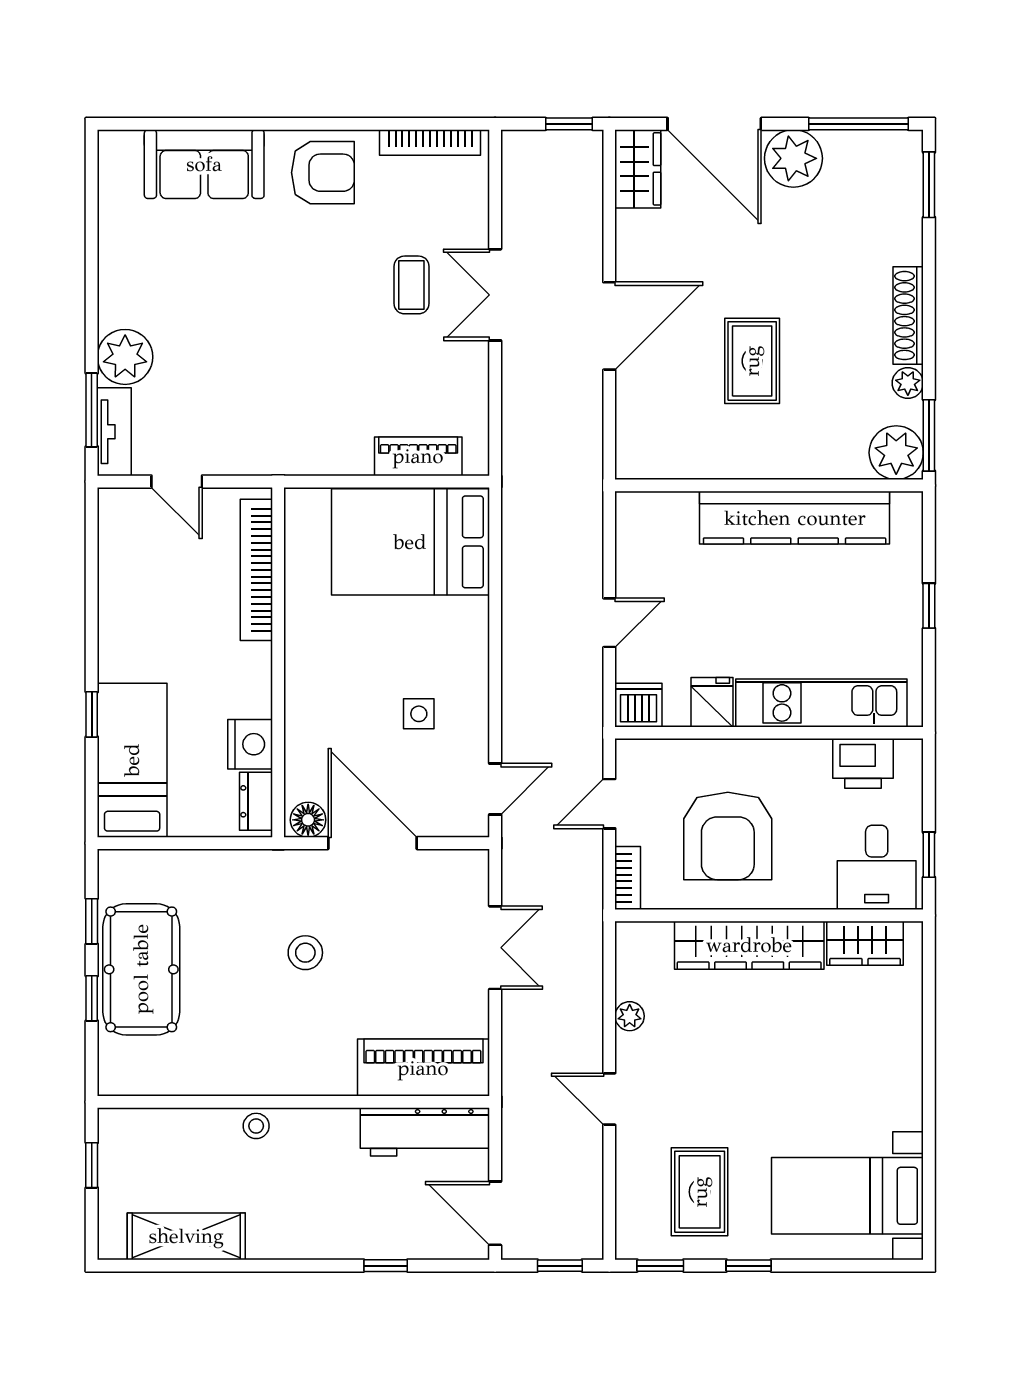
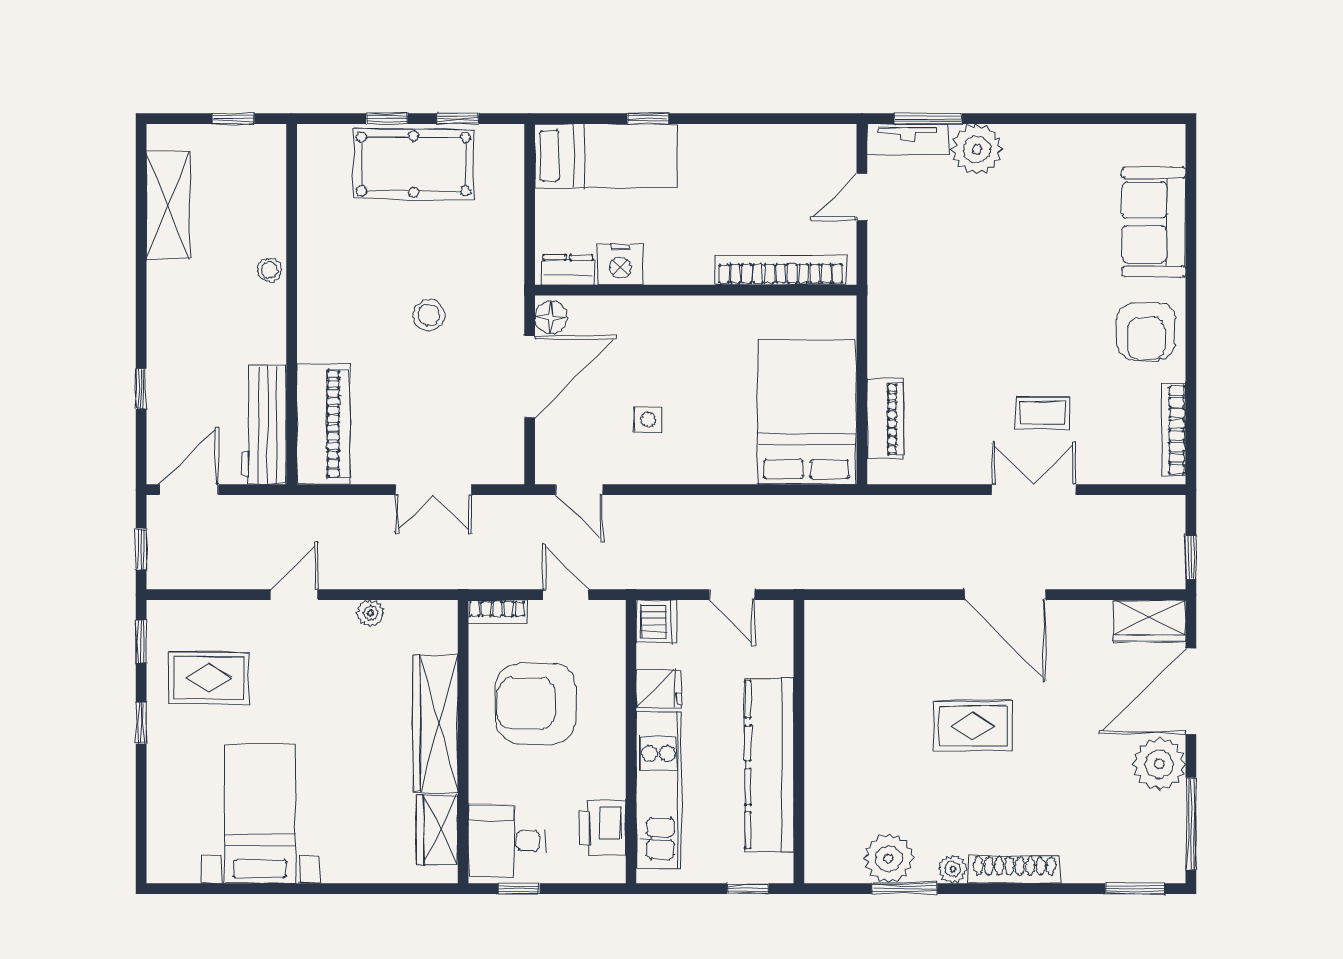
wall: (769, 485) -> (799, 742), moved
kitchen counter: (795, 518) -> (769, 765), moved
bed with nightstands: (847, 1196) -> (260, 814), moved

